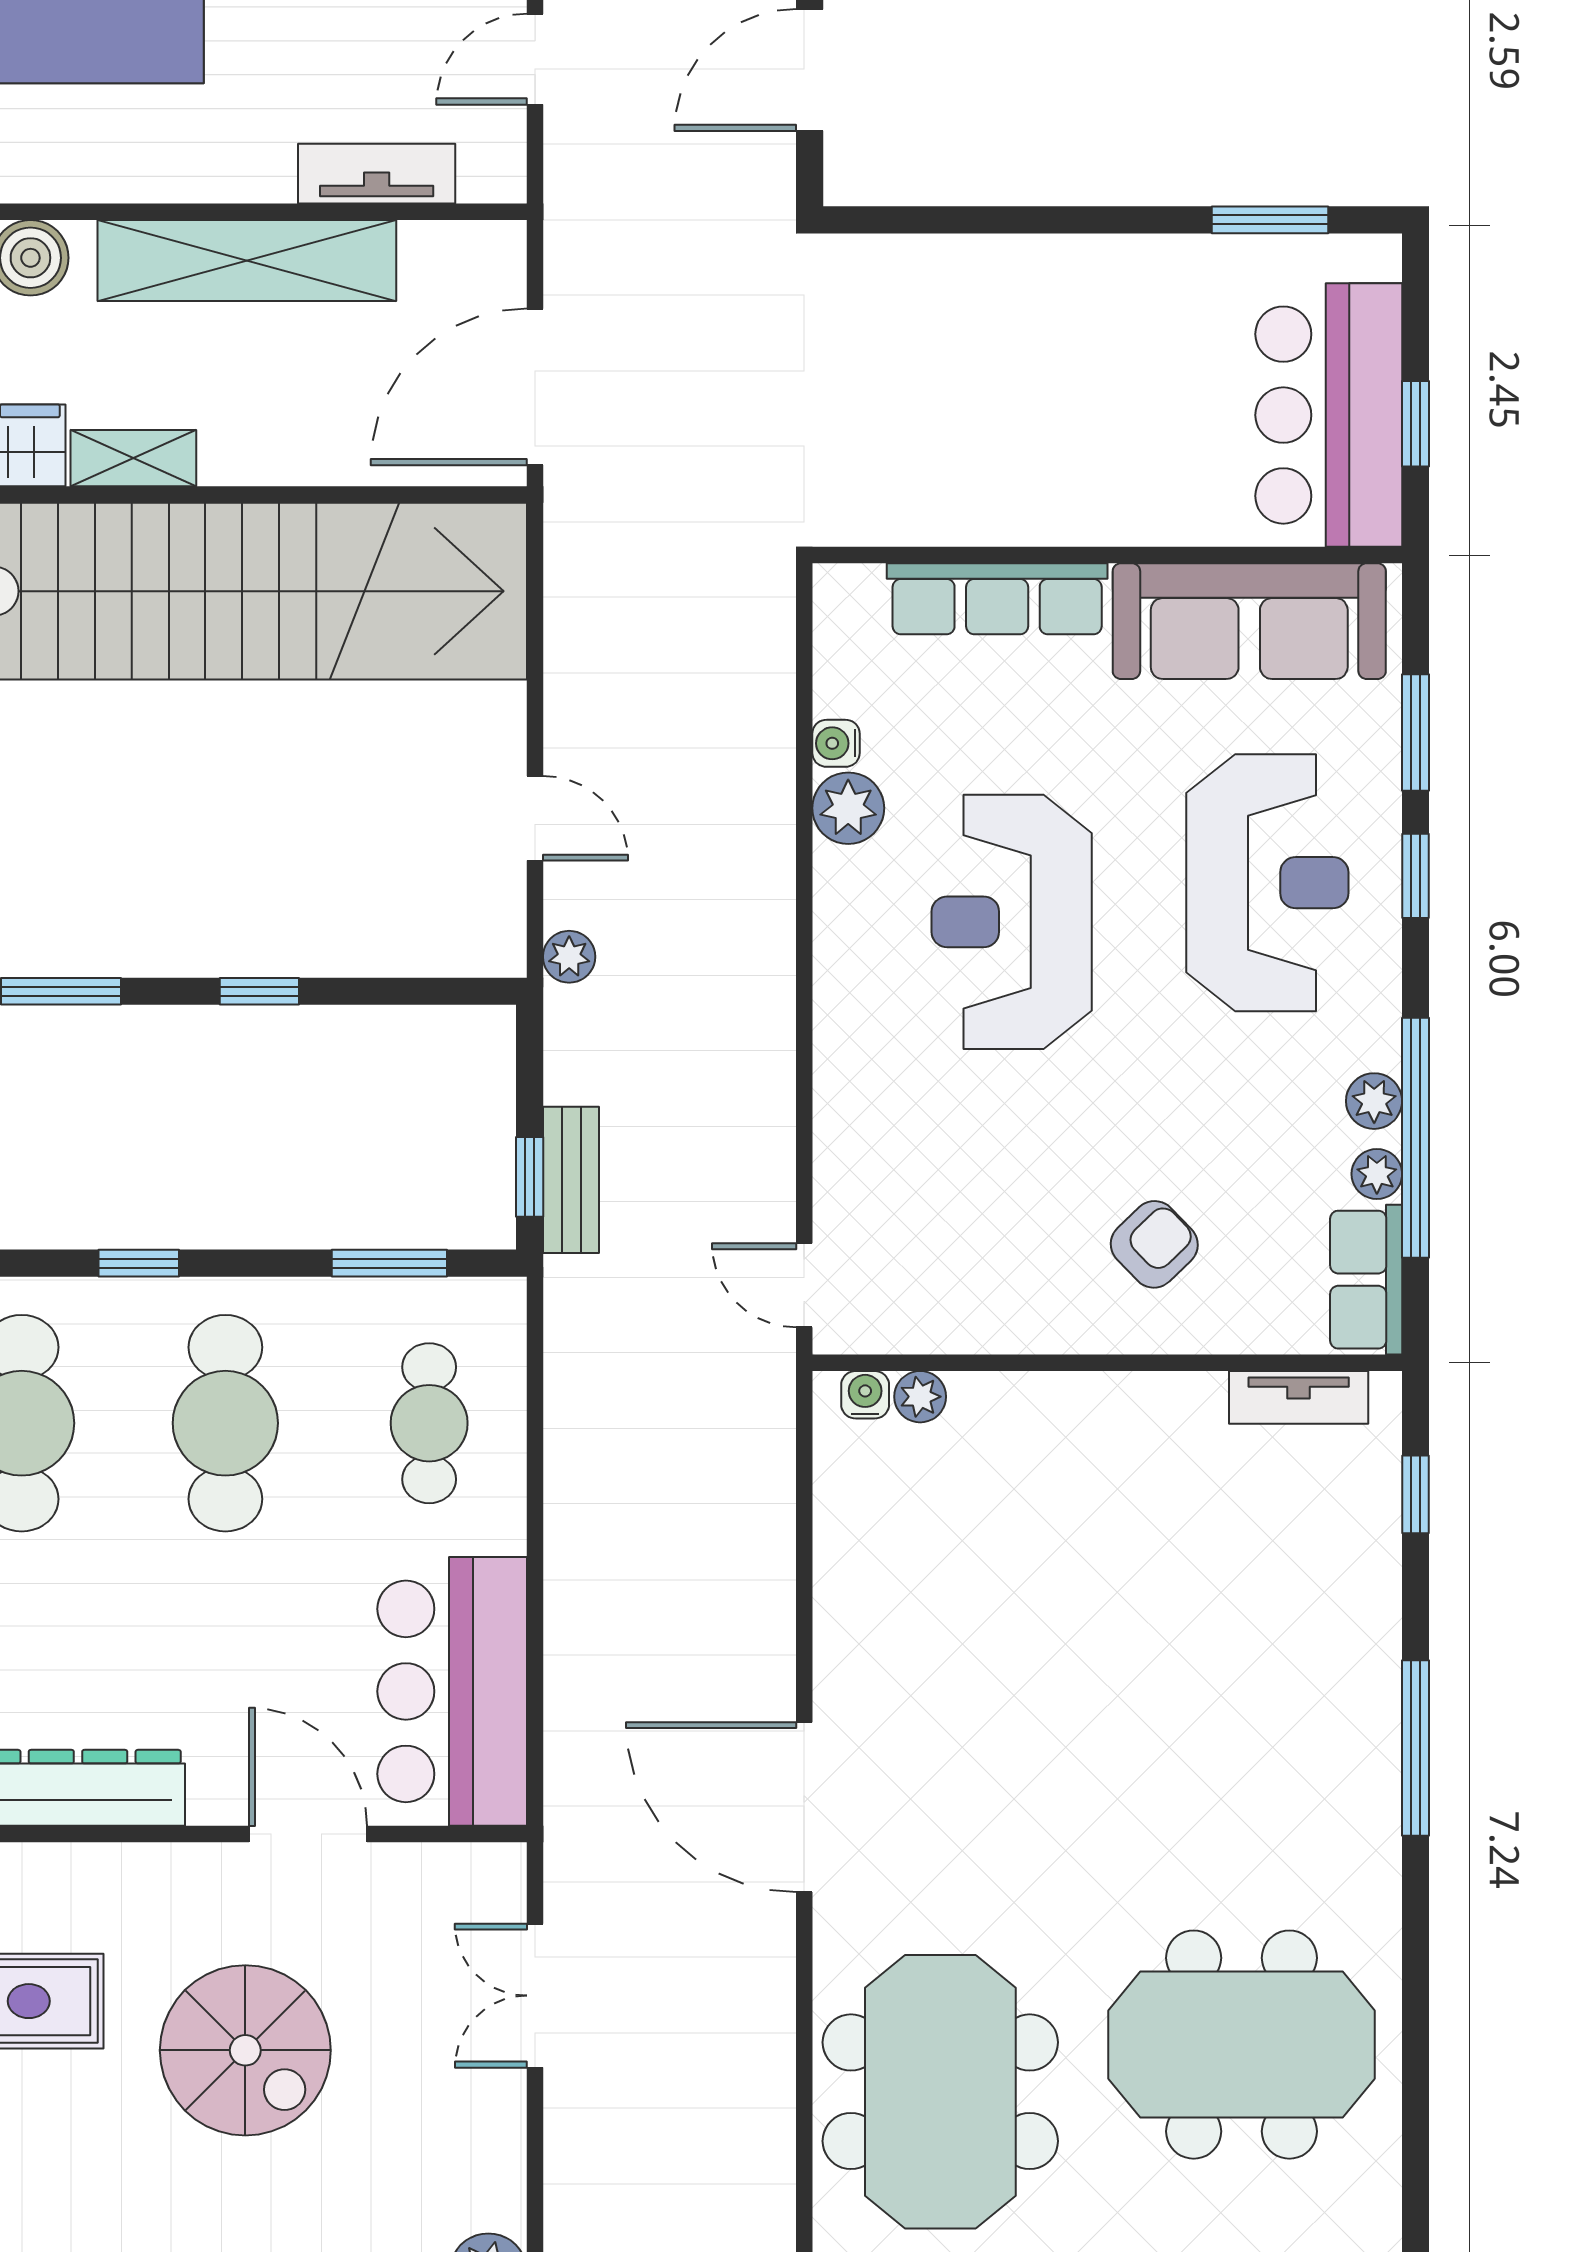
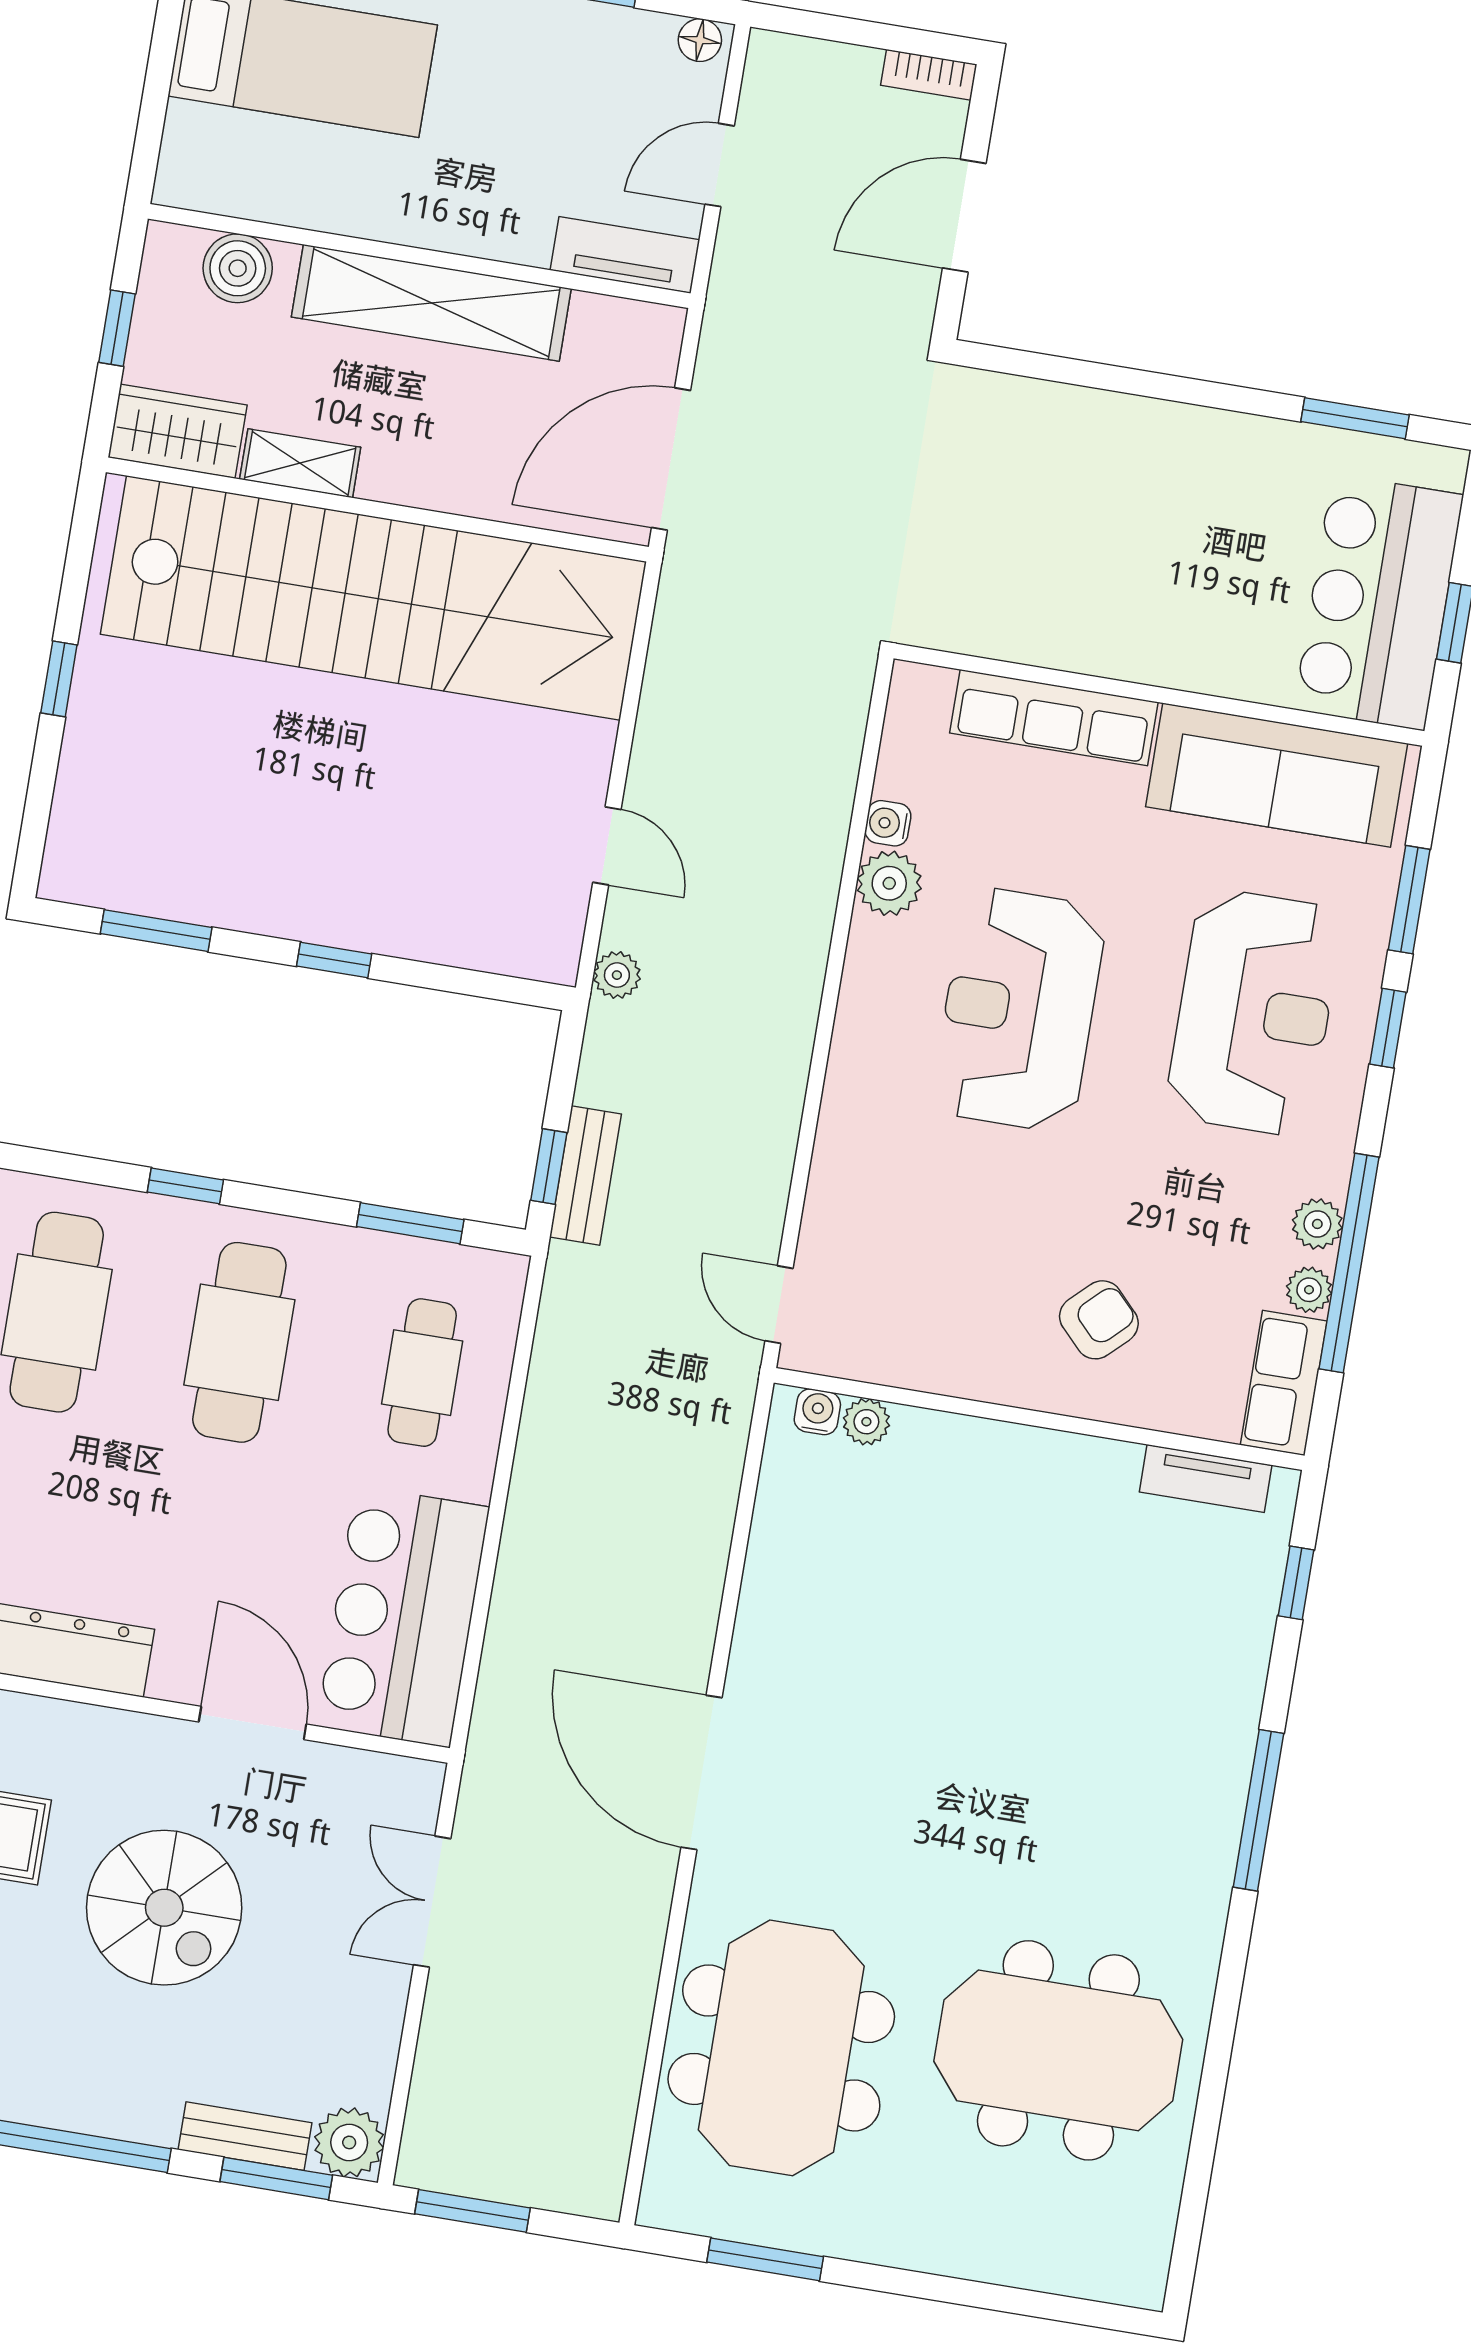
tv unit: (377, 174) -> (625, 255), moved

